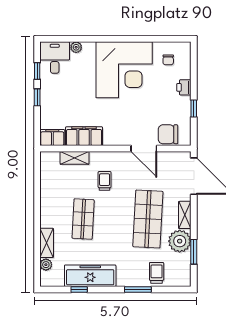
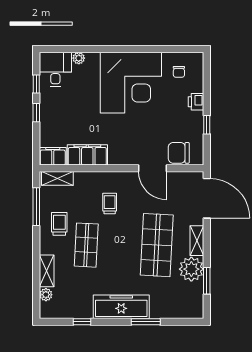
shelving: (75, 158) -> (57, 178), moved
window: (37, 184) -> (36, 207), added
trolley: (157, 273) -> (59, 224), moved
freezer: (90, 276) -> (121, 307), moved

